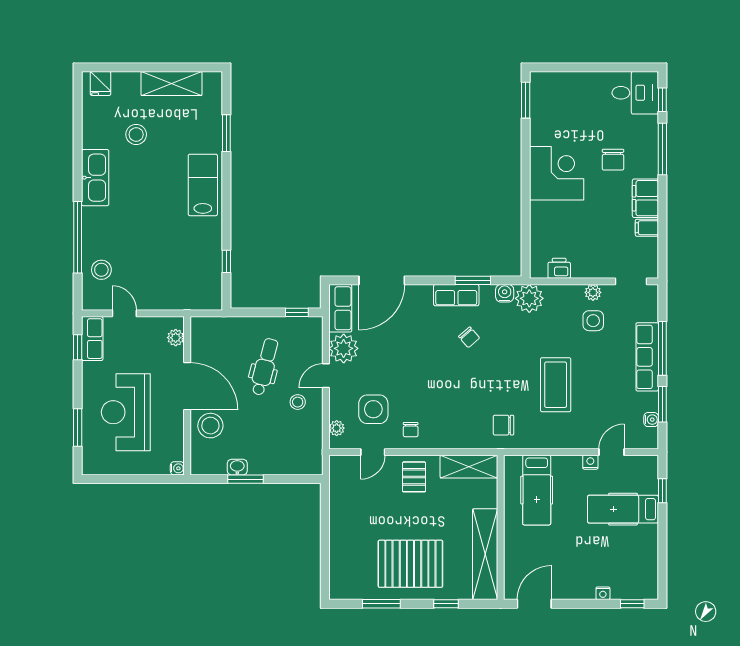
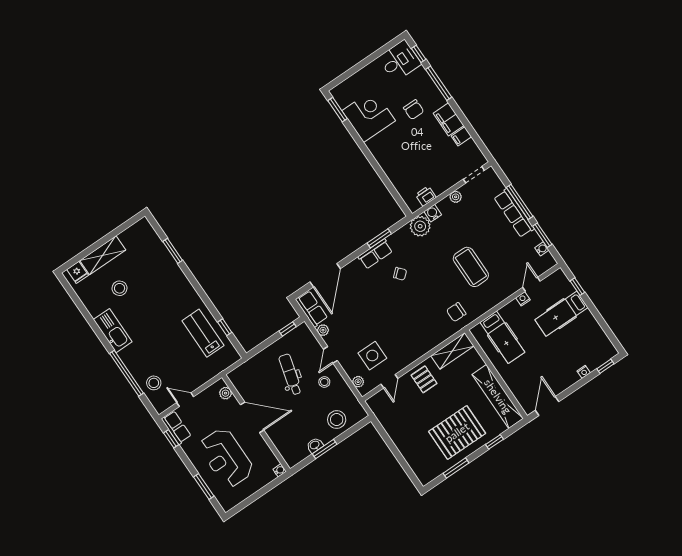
shelving: (171, 84) -> (103, 255), moved
corner desk: (557, 173) -> (369, 116), moved
lab bench: (203, 185) -> (203, 333), moved
water cooler: (505, 293) -> (433, 213), moved
side table: (593, 321) -> (467, 214), removed
plant: (344, 348) -> (323, 330), width x0.53, depth x0.53
stool: (210, 426) -> (337, 420), moved
chair: (411, 430) -> (403, 352), removed

